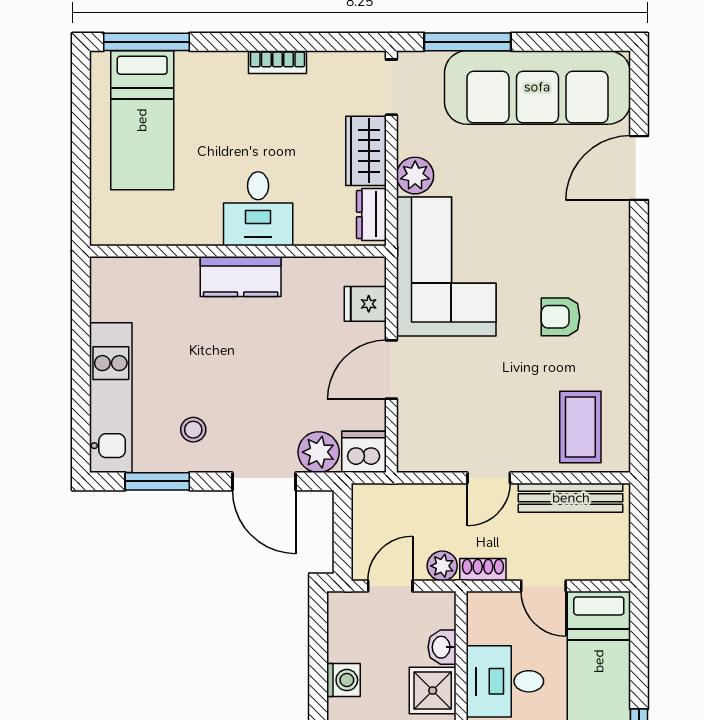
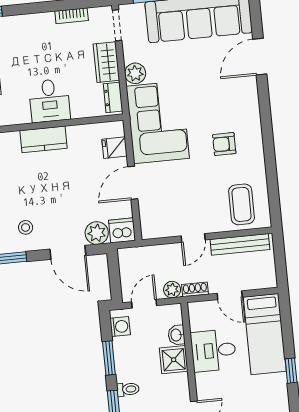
bookcase: (277, 62) -> (72, 16), moved
window: (318, 676) -> (109, 358), added
washing machine: (344, 680) -> (120, 326), moved

